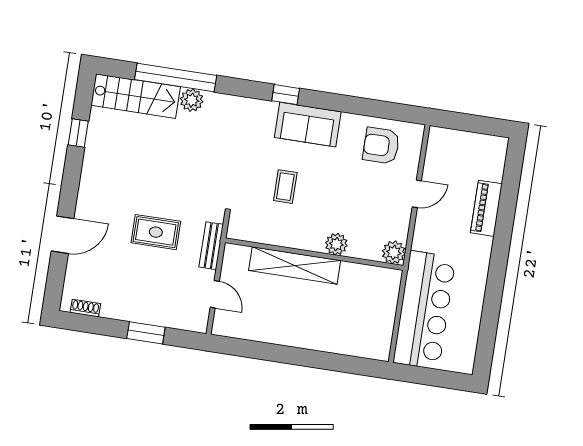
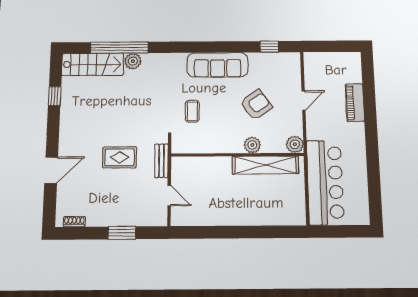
window: (286, 95) -> (269, 47), moved
sofa: (308, 125) -> (217, 65), width x1.36
armchair: (381, 146) -> (256, 105), moved, turned 145
coffee table: (285, 187) -> (192, 111), moved
shelving: (295, 266) -> (265, 165), moved

